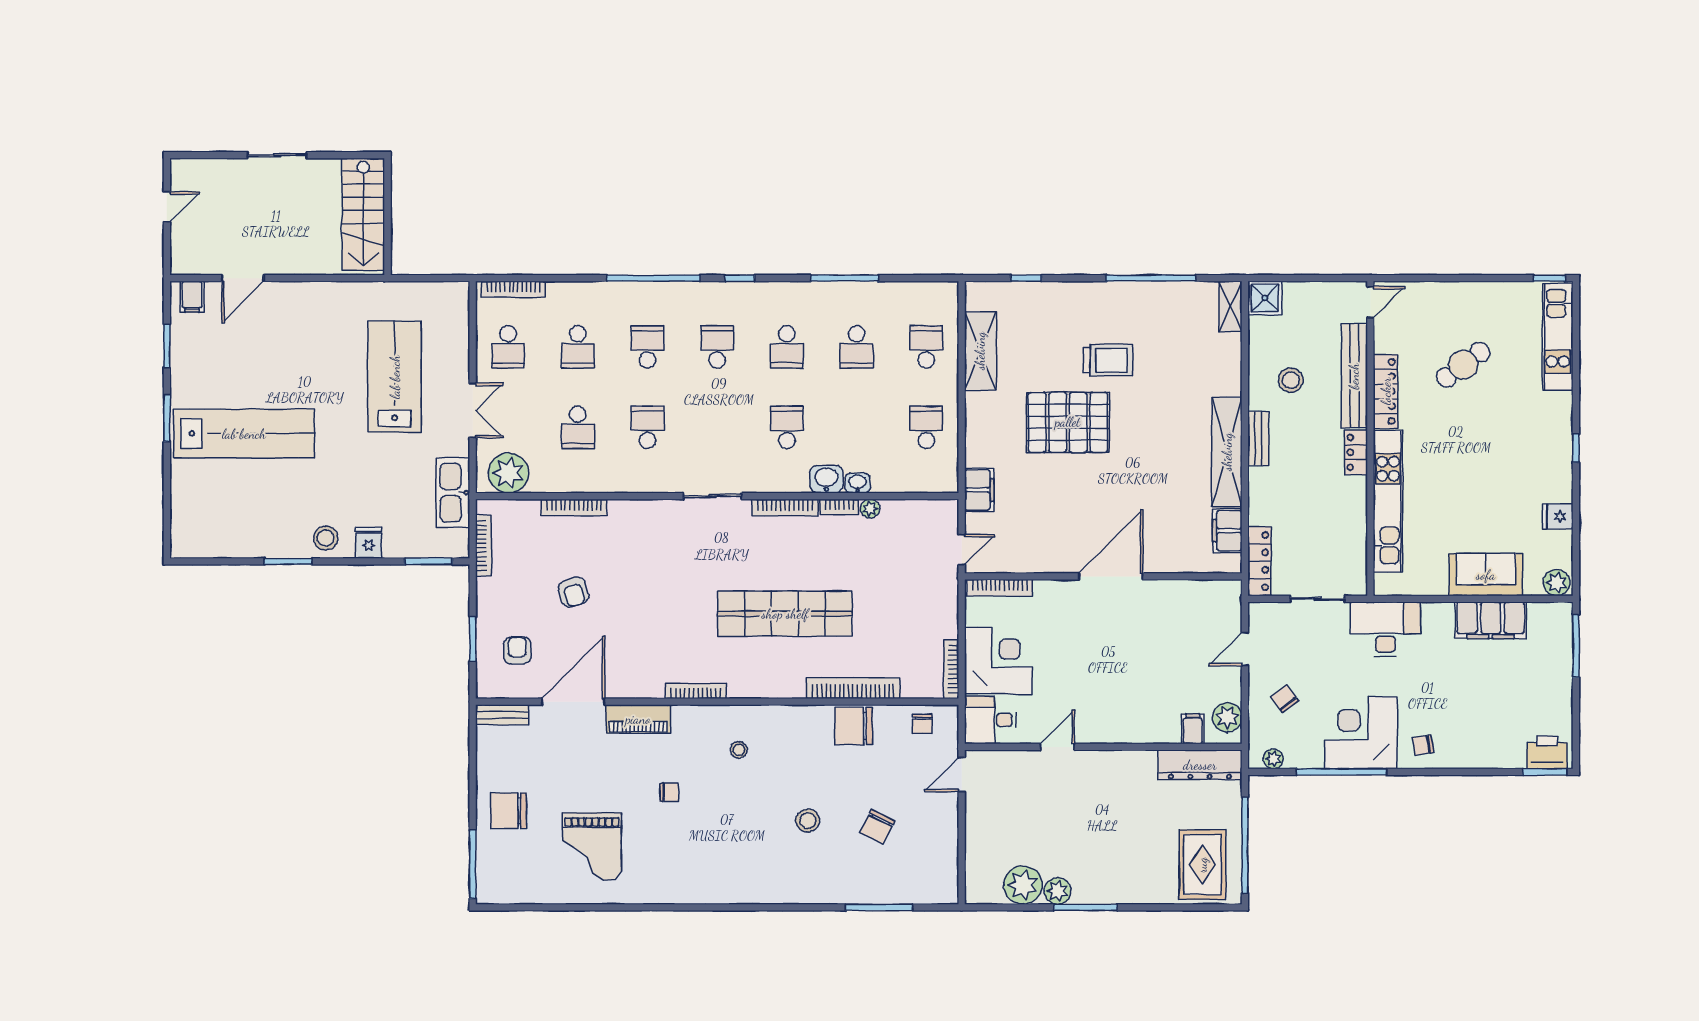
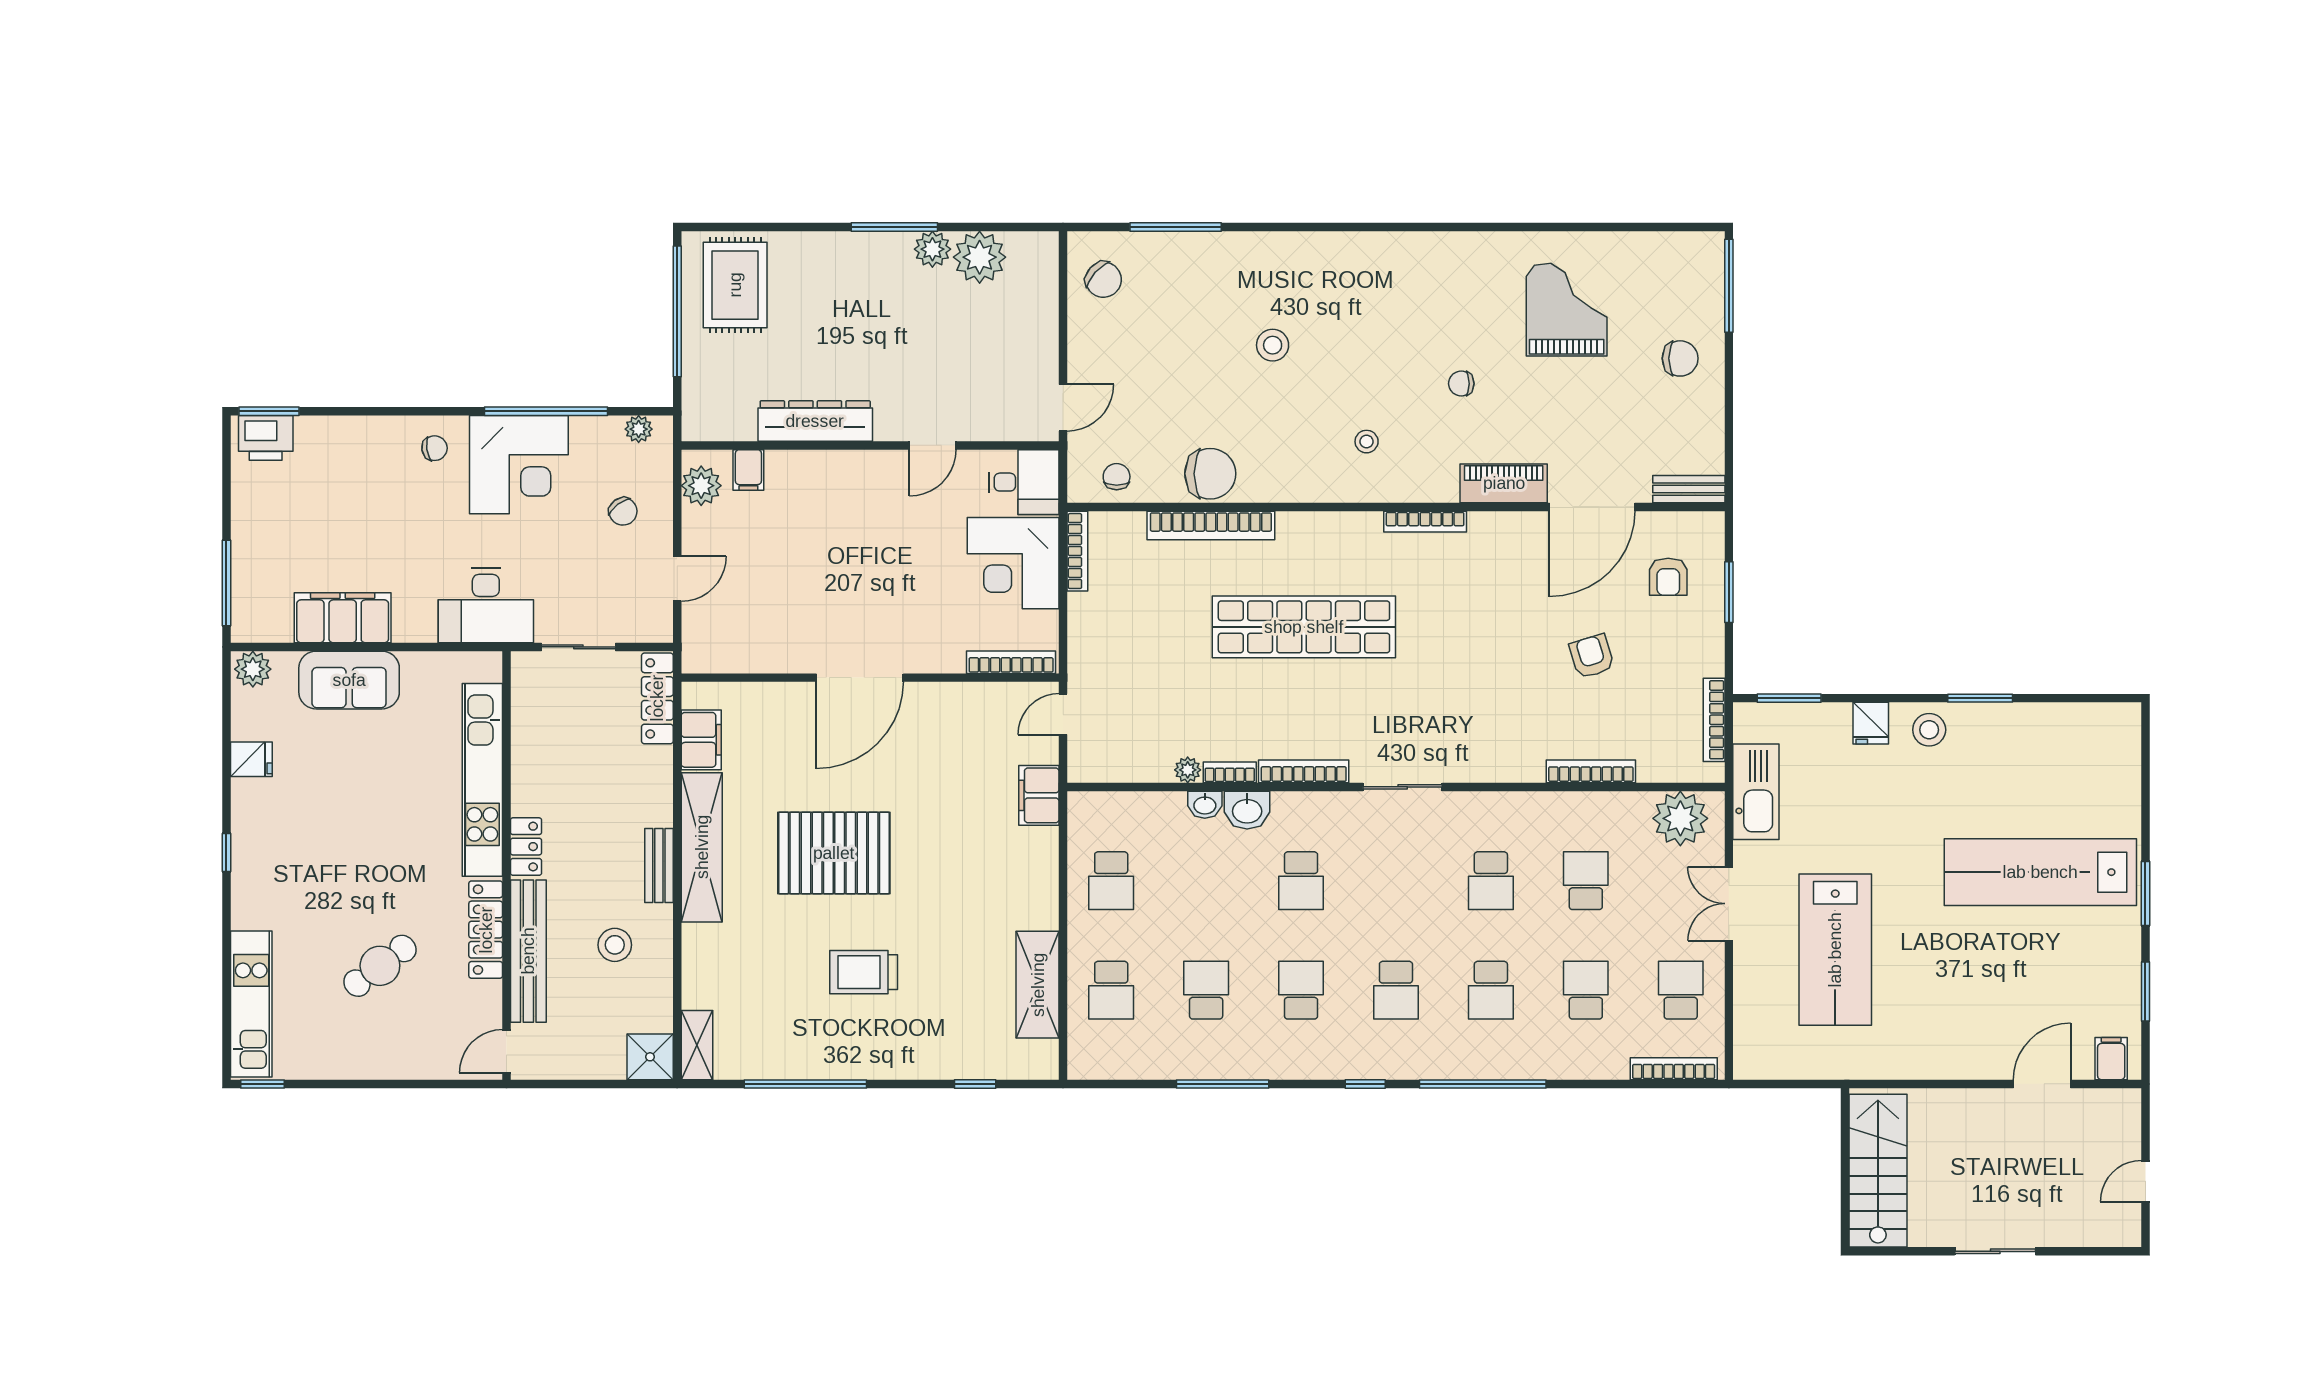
pallet: (1068, 422) -> (834, 853), moved
dresser: (1200, 765) -> (815, 421), moved
chair: (509, 811) -> (1680, 358), width x0.73, depth x0.73
chair: (877, 827) -> (1103, 280), moved, turned 106

